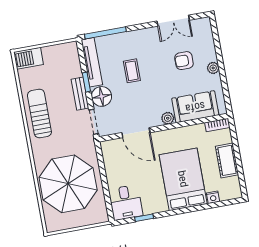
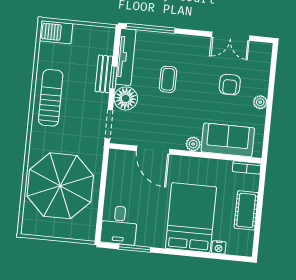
armchair: (184, 61) -> (230, 85), turned -90
bench: (80, 94) -> (104, 74), moved
window: (144, 218) -> (135, 248), width x1.50

